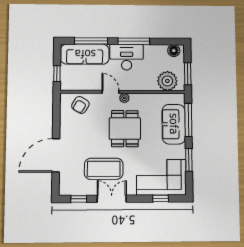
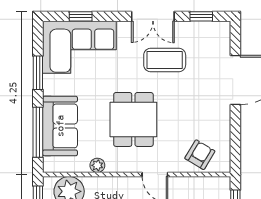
plant: (124, 98) -> (97, 165), moved
coffee table: (104, 169) -> (165, 60), width x0.73, depth x0.76

